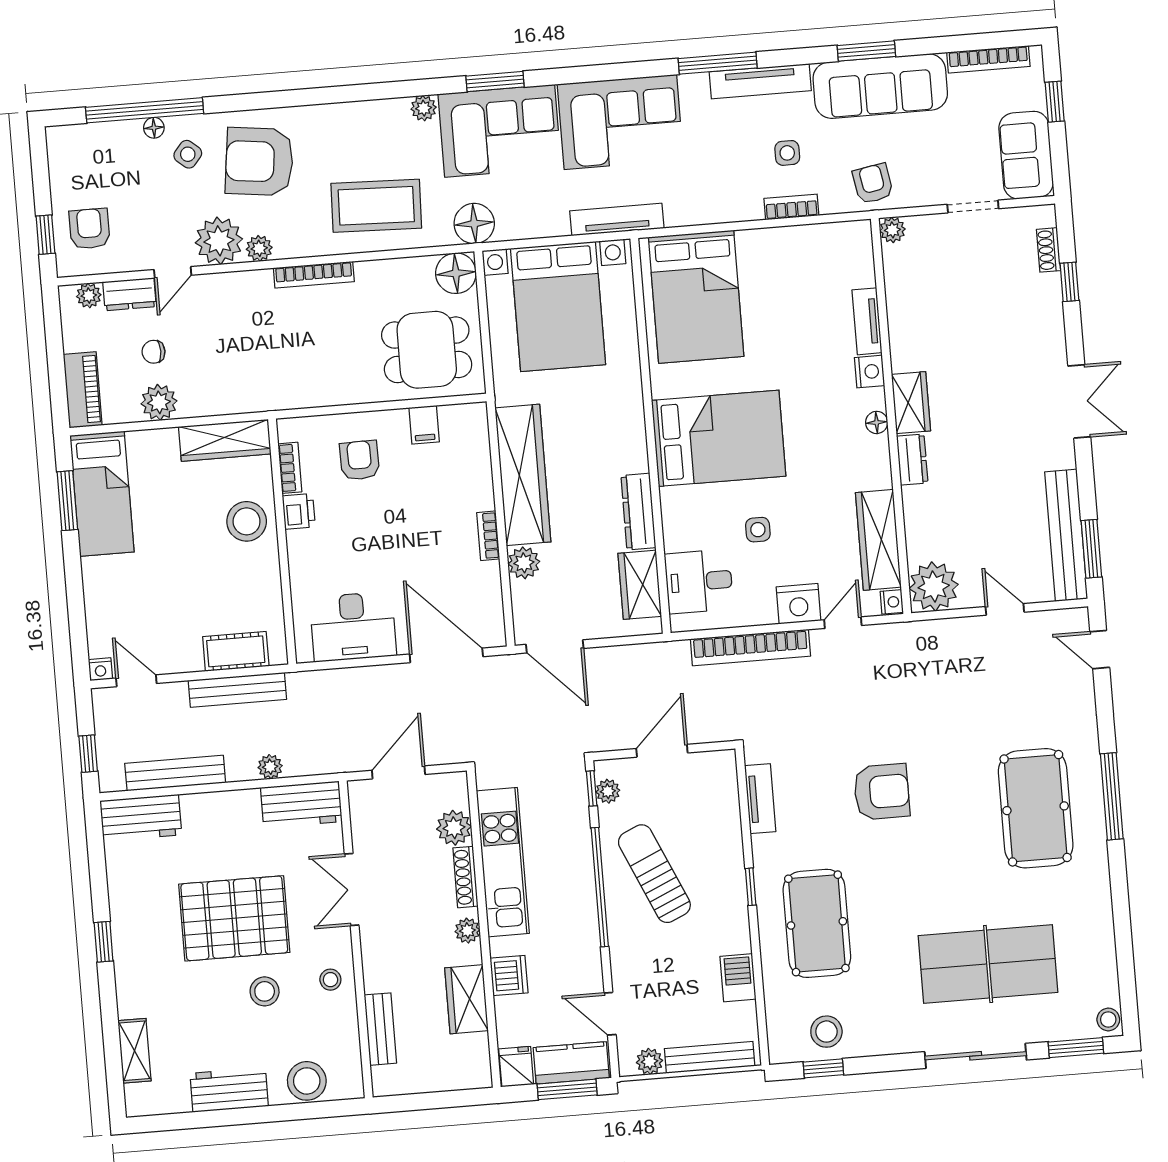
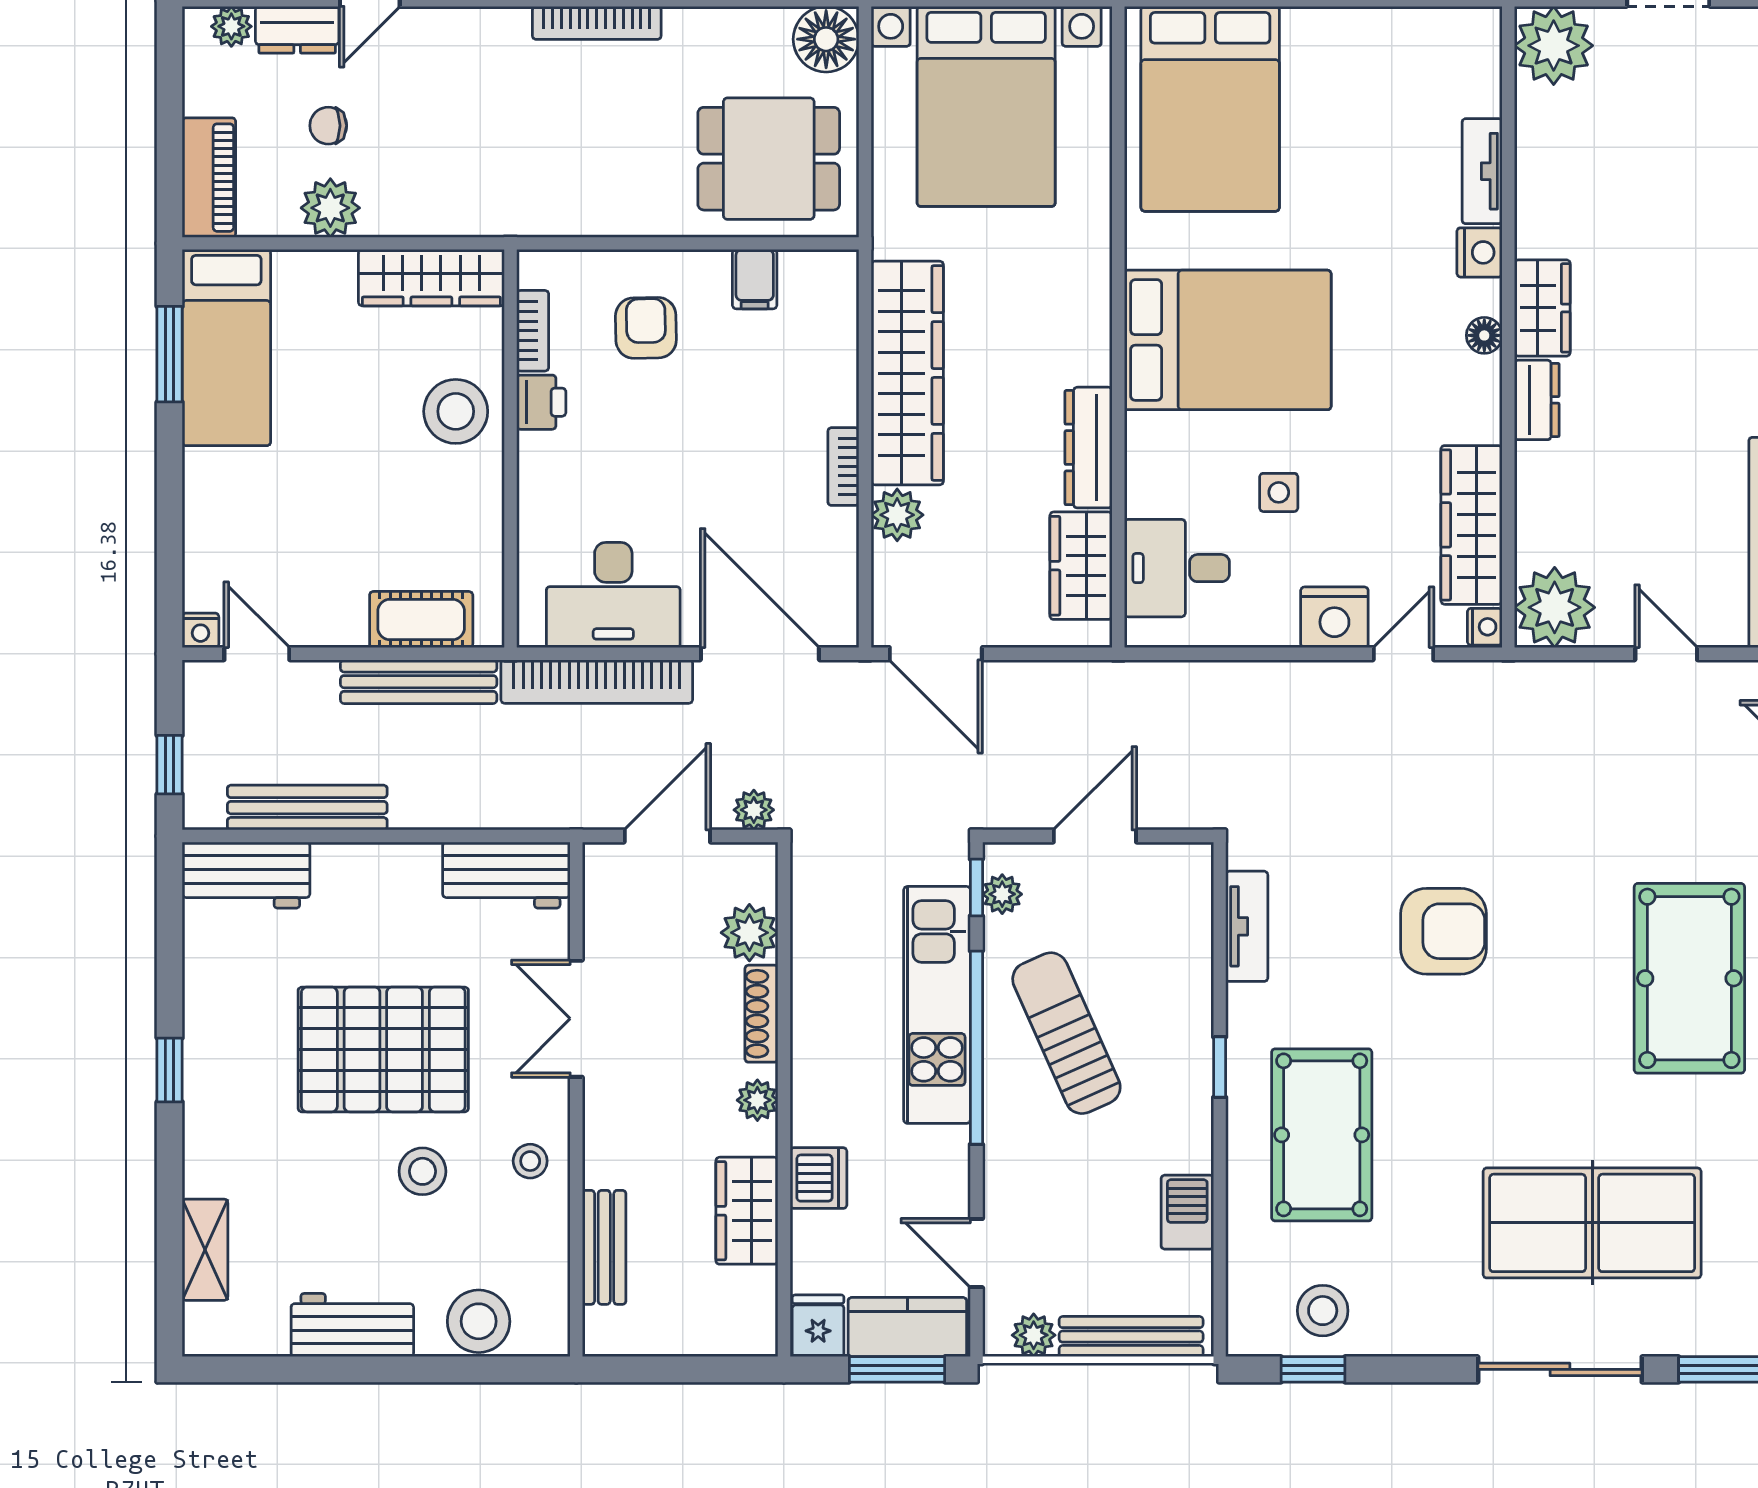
plant: (892, 230) -> (1554, 46), width x1.88, depth x1.88
bookcase: (750, 648) -> (597, 682), moved
plant: (270, 767) -> (754, 810), moved
kitchen unit: (503, 862) -> (937, 1005), moved, turned 180

